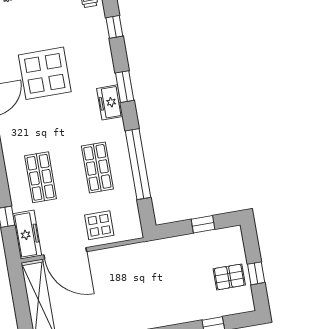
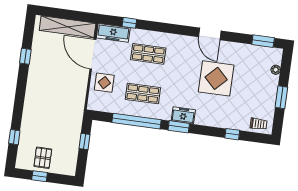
window: (125, 87) -> (179, 127), moved
window: (203, 224) -> (85, 141), moved
door: (65, 253) -> (93, 54), hinge flipped

